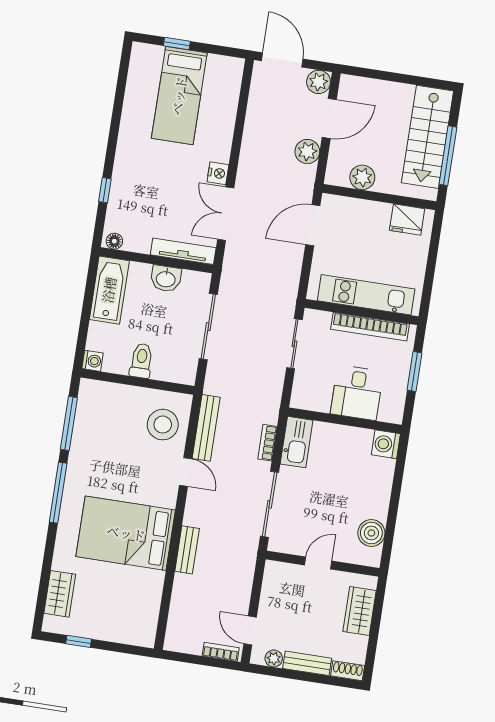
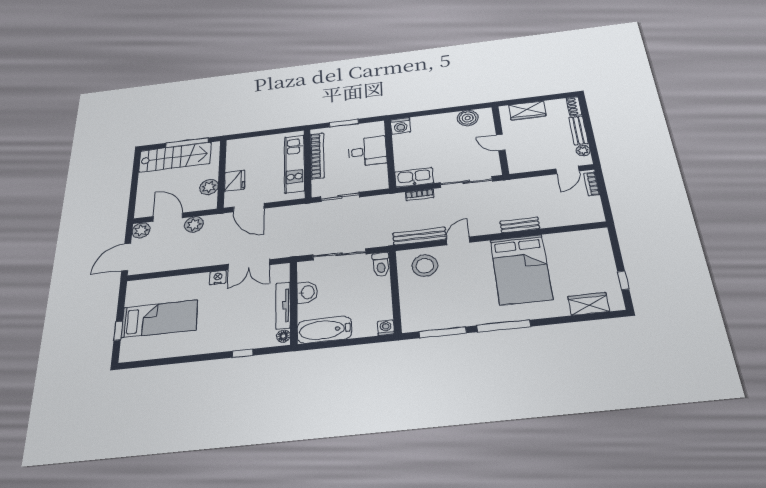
fridge: (407, 220) -> (235, 181), moved
tv unit: (183, 251) -> (283, 305), moved
toilet: (141, 361) -> (381, 264), moved, turned -90

